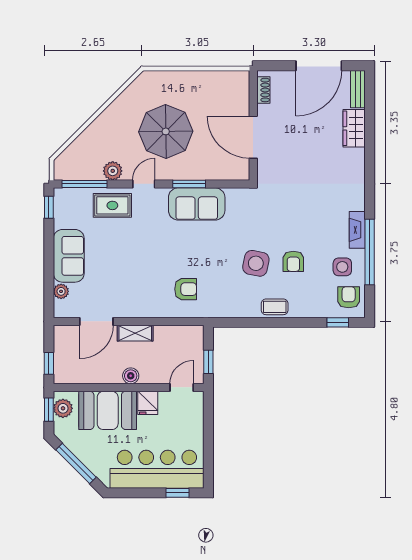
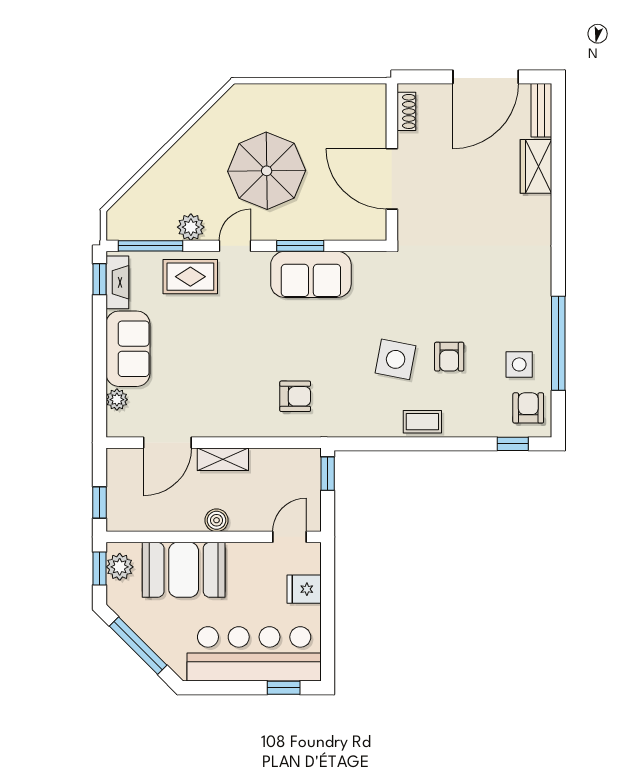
fireplace: (357, 230) -> (117, 282), moved, turned 180
window: (208, 362) -> (328, 474), moved
fridge: (148, 403) -> (304, 589), moved, turned 90

